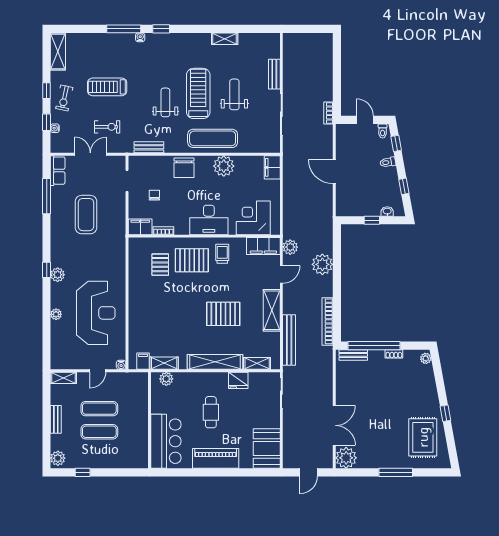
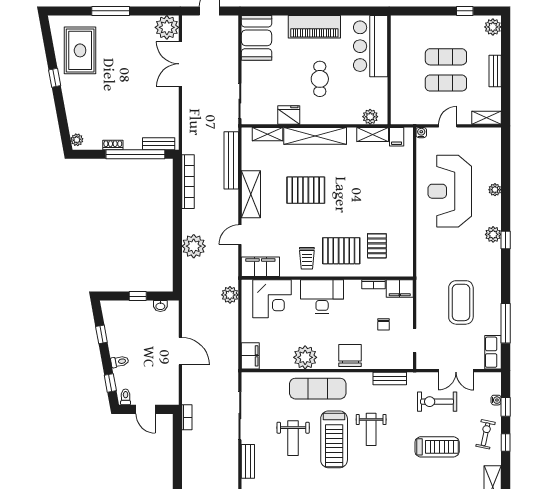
exercise bike: (107, 127) -> (437, 402), width x1.38, depth x1.39
washbasin: (387, 211) -> (160, 306), moved
plant: (290, 247) -> (230, 295), moved

